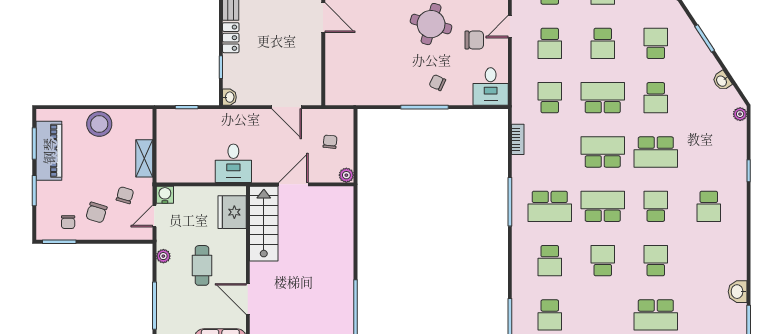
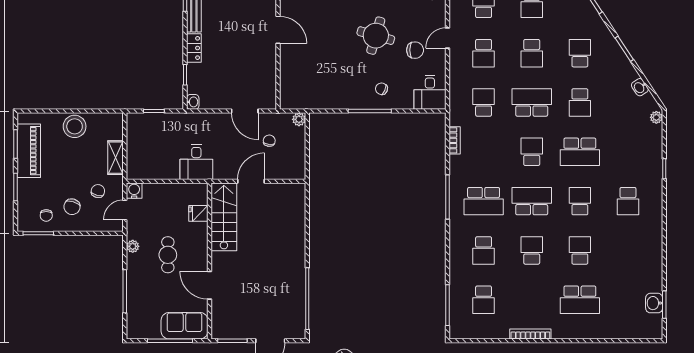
chair: (330, 142) -> (269, 141), moved
school desk: (603, 152) -> (532, 152), width x0.54
plant: (346, 175) -> (299, 119), moved
fridge: (232, 212) -> (198, 213), width x0.53, depth x0.75
washbasin: (738, 292) -> (654, 303), moved

